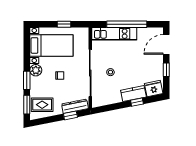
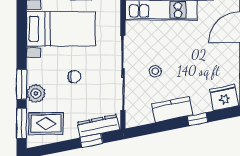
plant: (36, 70) -> (36, 93), moved
kitchen counter: (133, 94) -> (172, 110), moved

